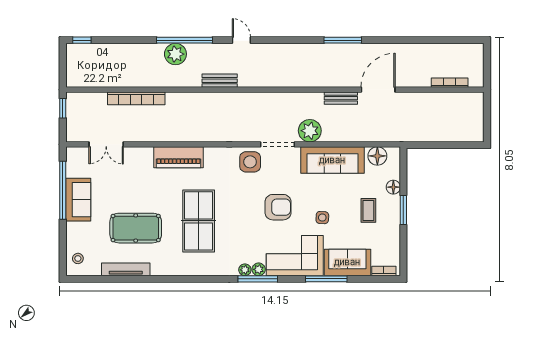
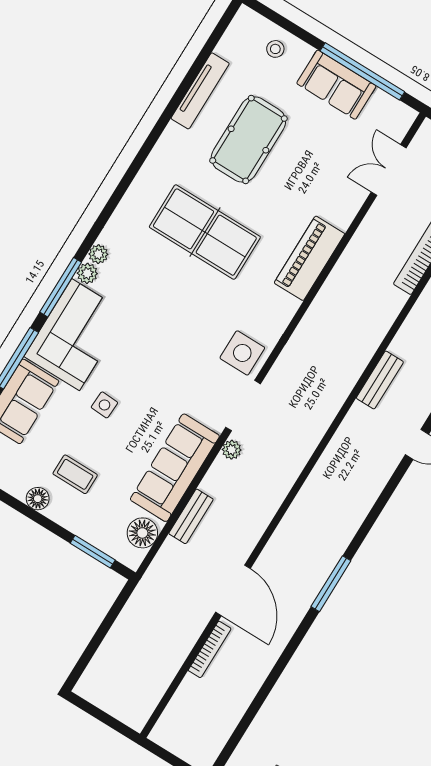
bookcase: (450, 83) -> (210, 649), moved
bench: (341, 98) -> (191, 516), moved
plant: (310, 131) -> (232, 450), width x0.53, depth x0.53
floor lamp: (393, 187) -> (38, 499), moved
armchair: (278, 207) -> (156, 353), removed
window: (403, 210) -> (93, 552), moved
stool: (78, 258) -> (275, 49), moved
window: (258, 279) -> (61, 287), moved

